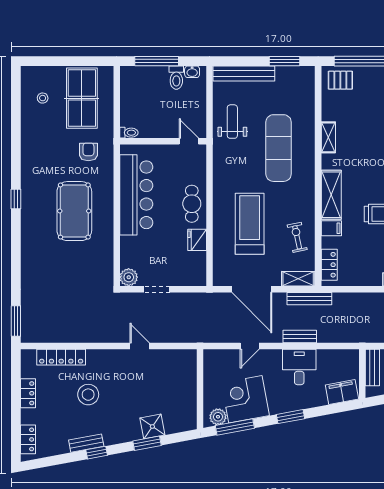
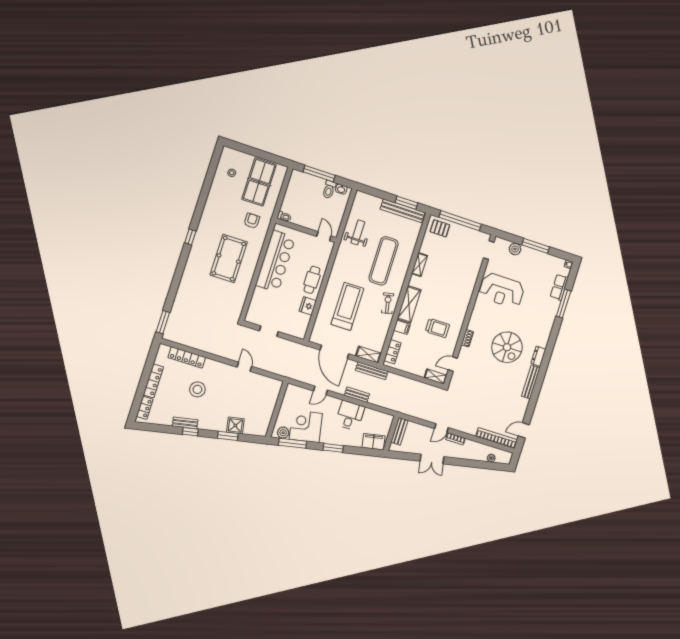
bench: (244, 73) -> (403, 211), moved
exercise bike: (297, 237) -> (388, 303), moved
plant: (129, 277) -> (252, 317), removed
locker: (28, 393) -> (153, 381), width x1.53

